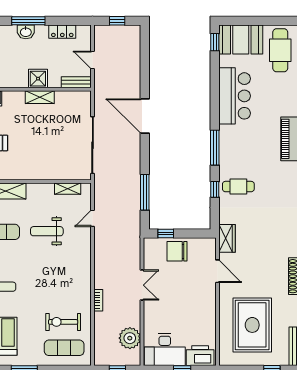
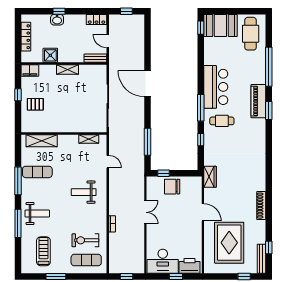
window: (28, 21) -> (59, 11), width x0.46
locker: (62, 32) -> (97, 20), moved
shower: (38, 79) -> (50, 55), moved
bar counter: (235, 96) -> (216, 87), moved
cafe table: (238, 187) -> (222, 121), moved
door: (93, 218) -> (108, 162), swing flipped
weight bench: (47, 231) -> (84, 192), moved
door: (218, 271) -> (203, 212), moved
plant: (130, 338) -> (136, 253), removed

